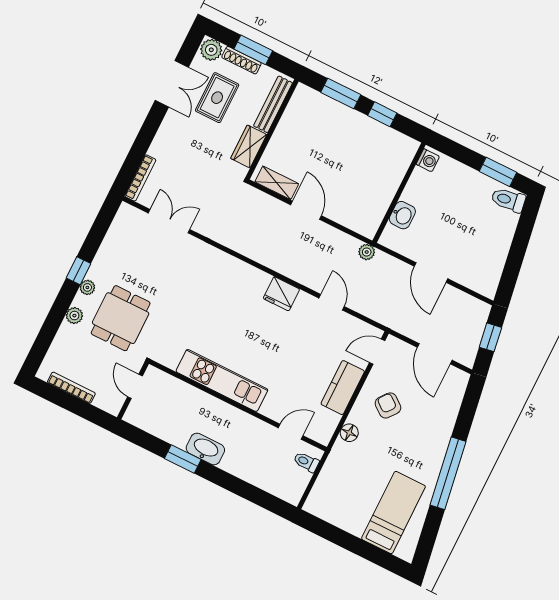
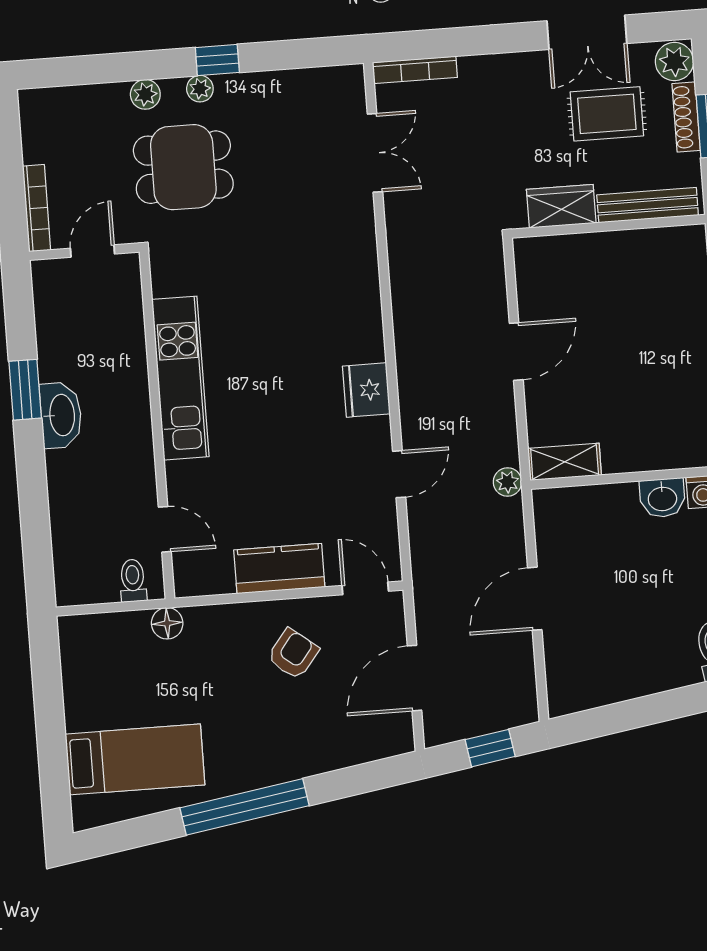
shelving: (277, 183) -> (565, 462), moved, turned 90
washbasin: (402, 215) -> (662, 498), moved
bookcase: (71, 388) -> (37, 208), moved
floor lamp: (349, 433) -> (167, 623), moved

